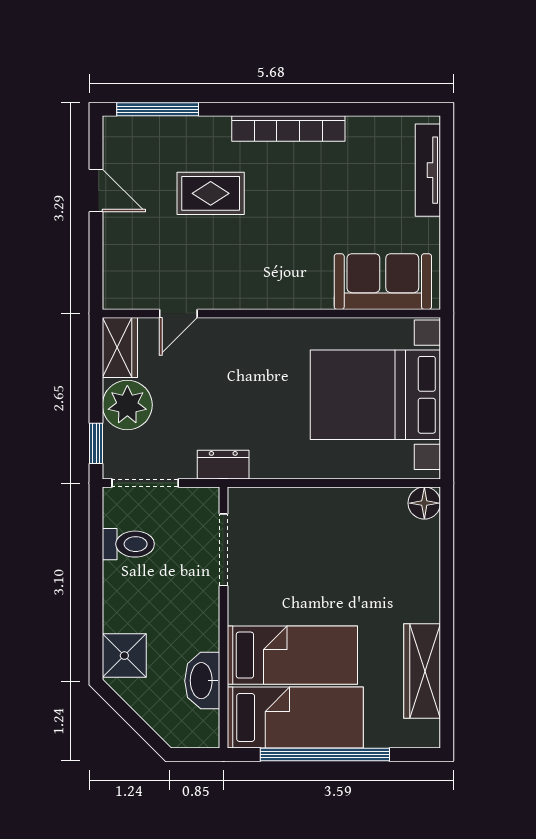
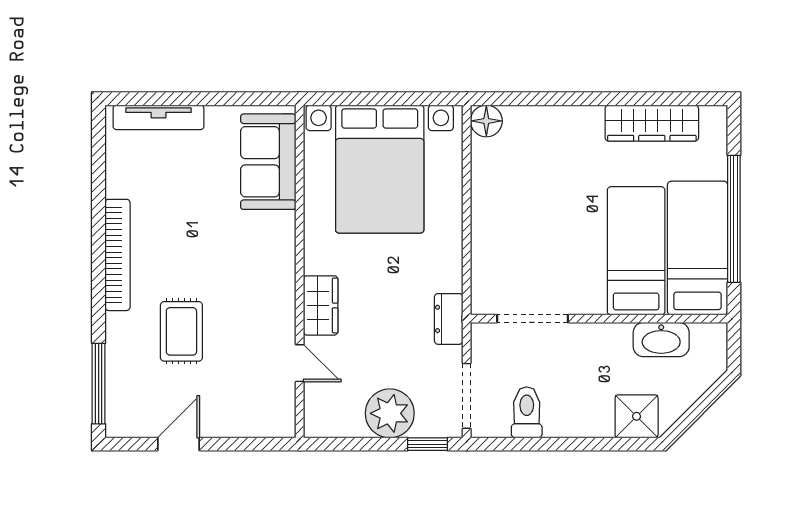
wardrobe: (120, 347) -> (321, 305), moved, turned 90

